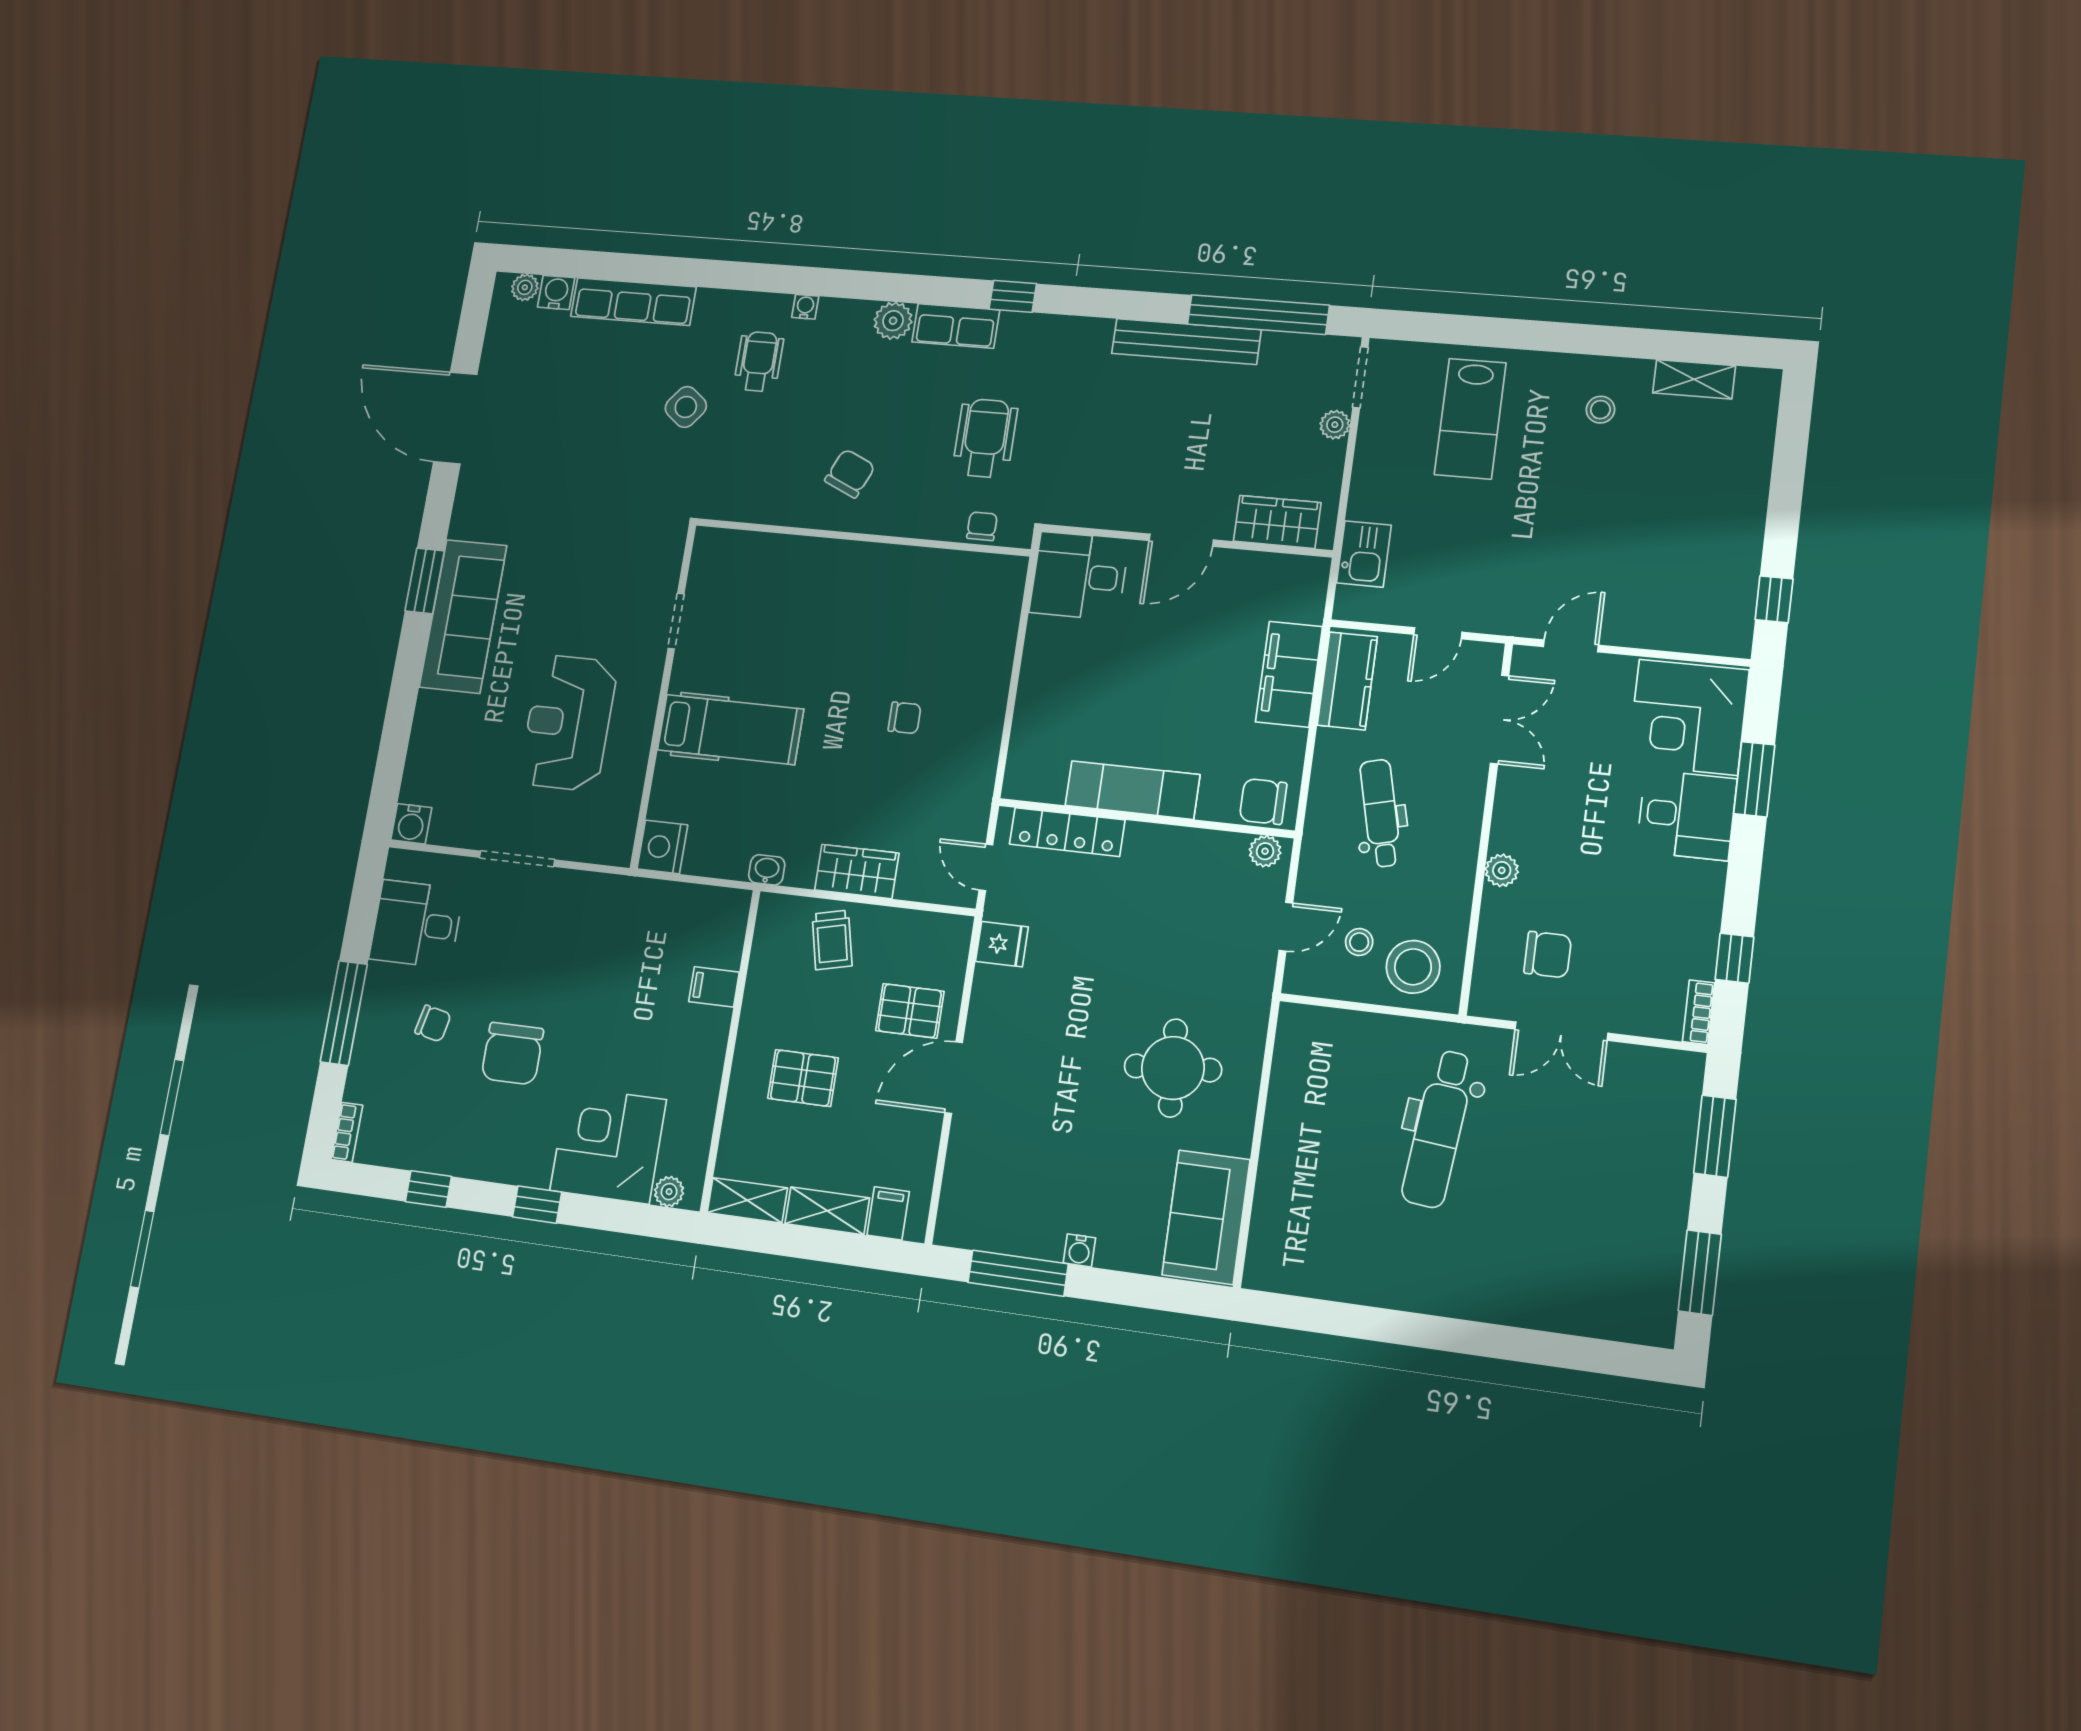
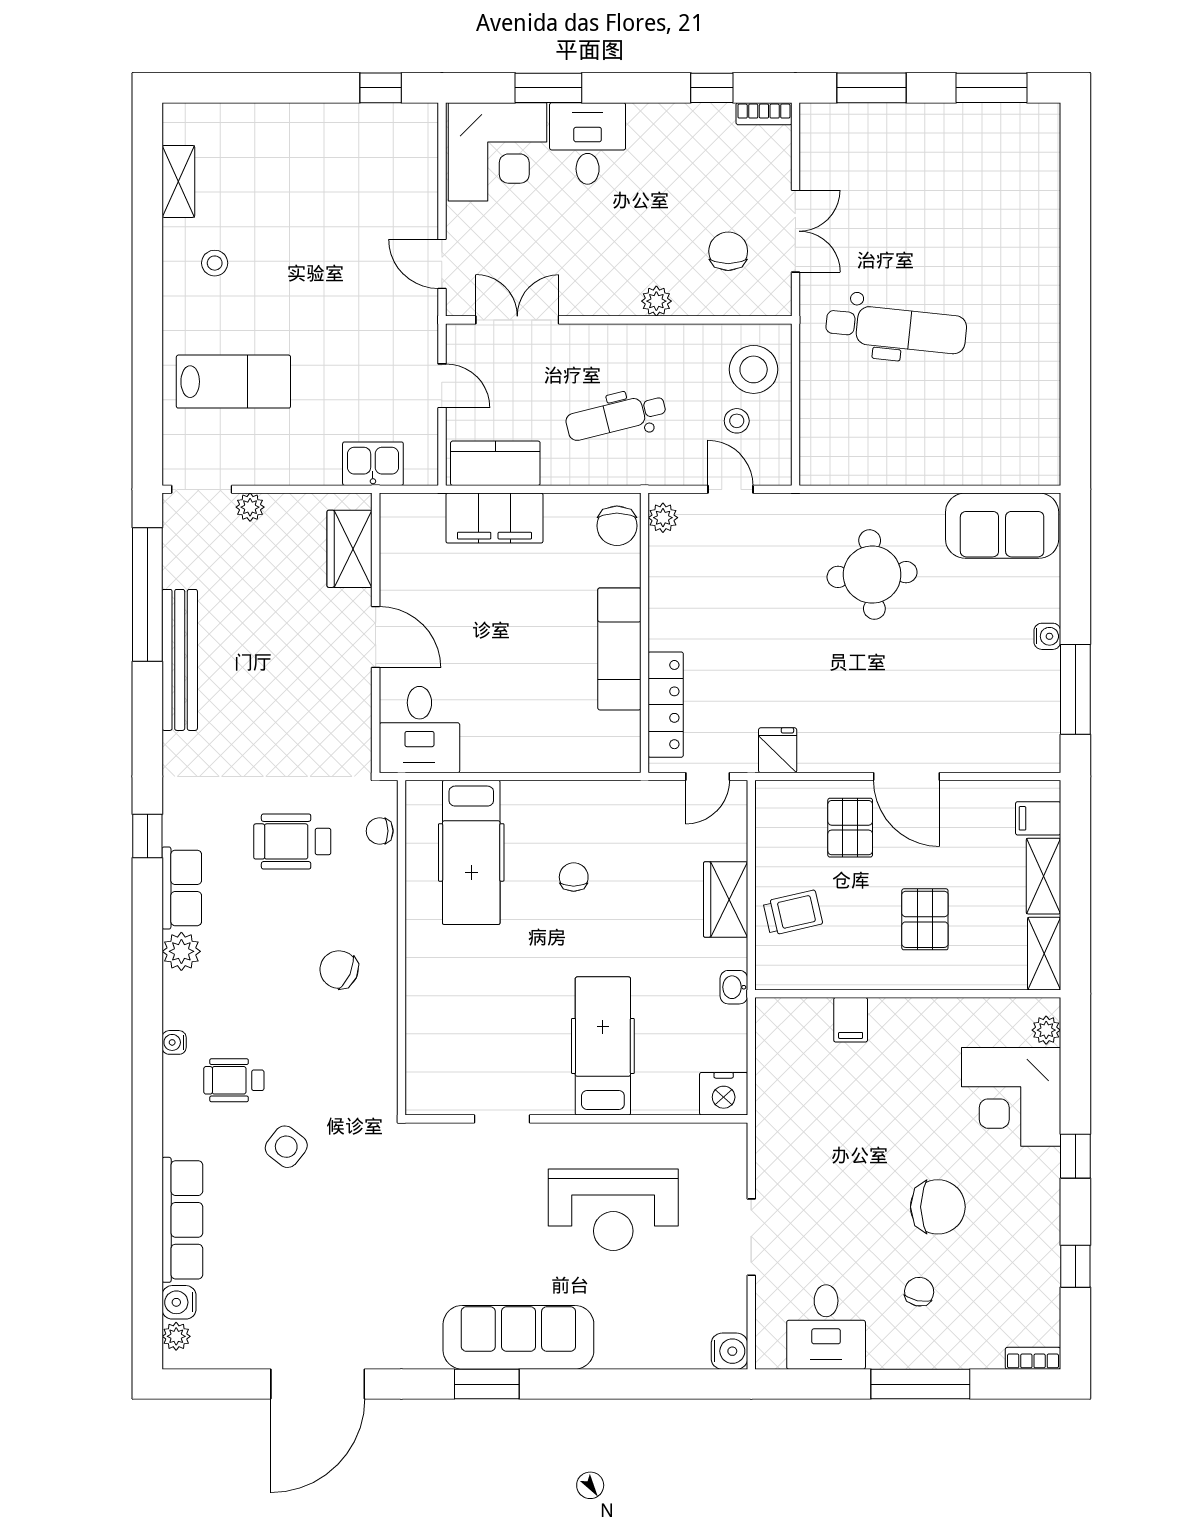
hospital bed: (946, 616) -> (471, 852), added

